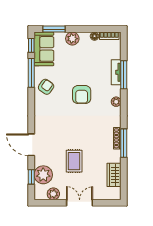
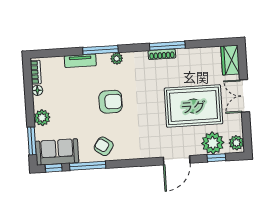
window: (124, 75) -> (100, 50), moved
rug: (74, 161) -> (193, 106), width x1.86, depth x2.06
wardrobe: (114, 175) -> (230, 60), moved, turned 90
plant: (53, 194) -> (236, 143), moved

